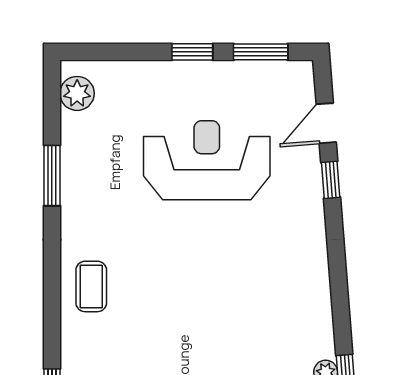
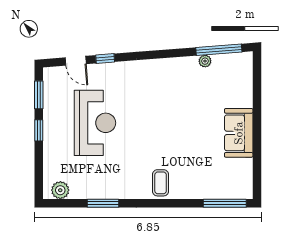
reception desk: (207, 160) -> (95, 123), turned 180
coffee table: (91, 286) -> (161, 183), turned 90

